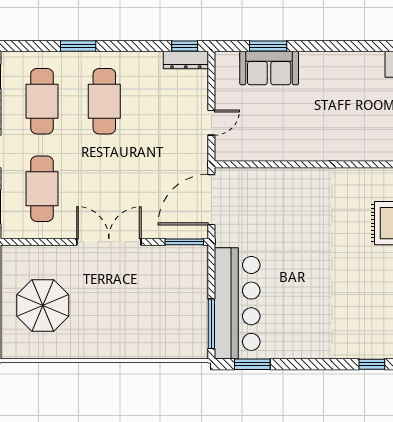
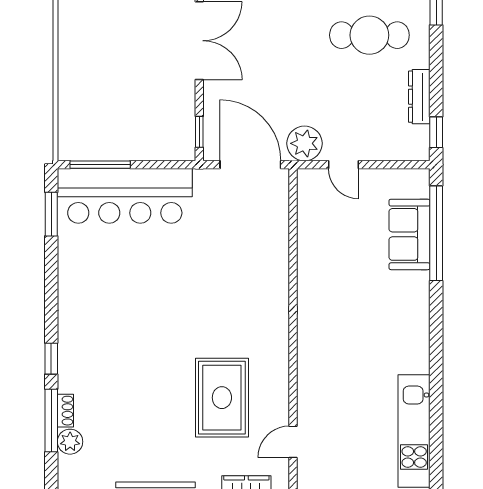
window: (268, 46) -> (436, 233), width x2.11
dresser: (186, 60) -> (419, 97), moved
plant: (194, 155) -> (304, 143), added
window: (184, 242) -> (199, 132), width x0.67

